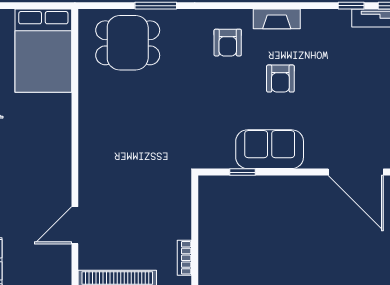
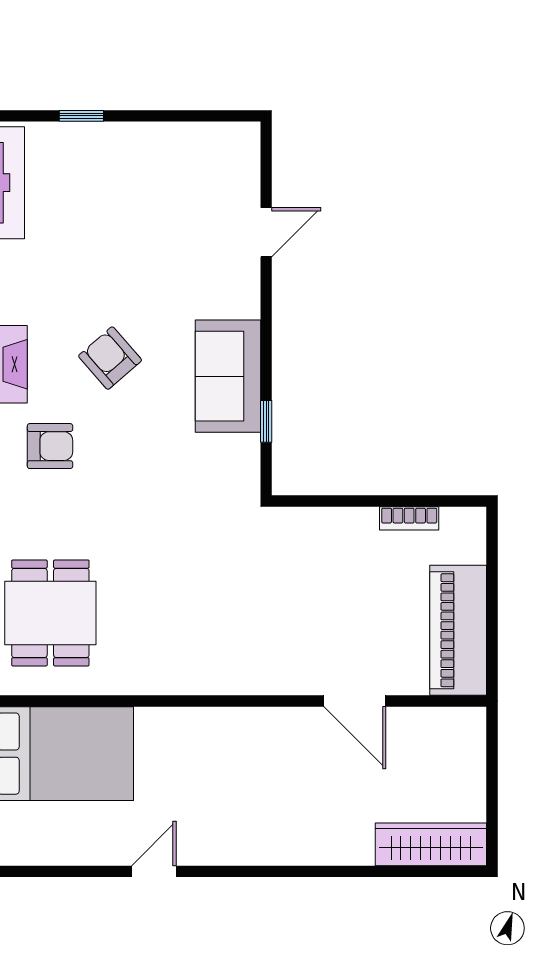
armchair: (280, 79) -> (110, 358), turned -131
door: (356, 172) -> (266, 232), width x0.53

